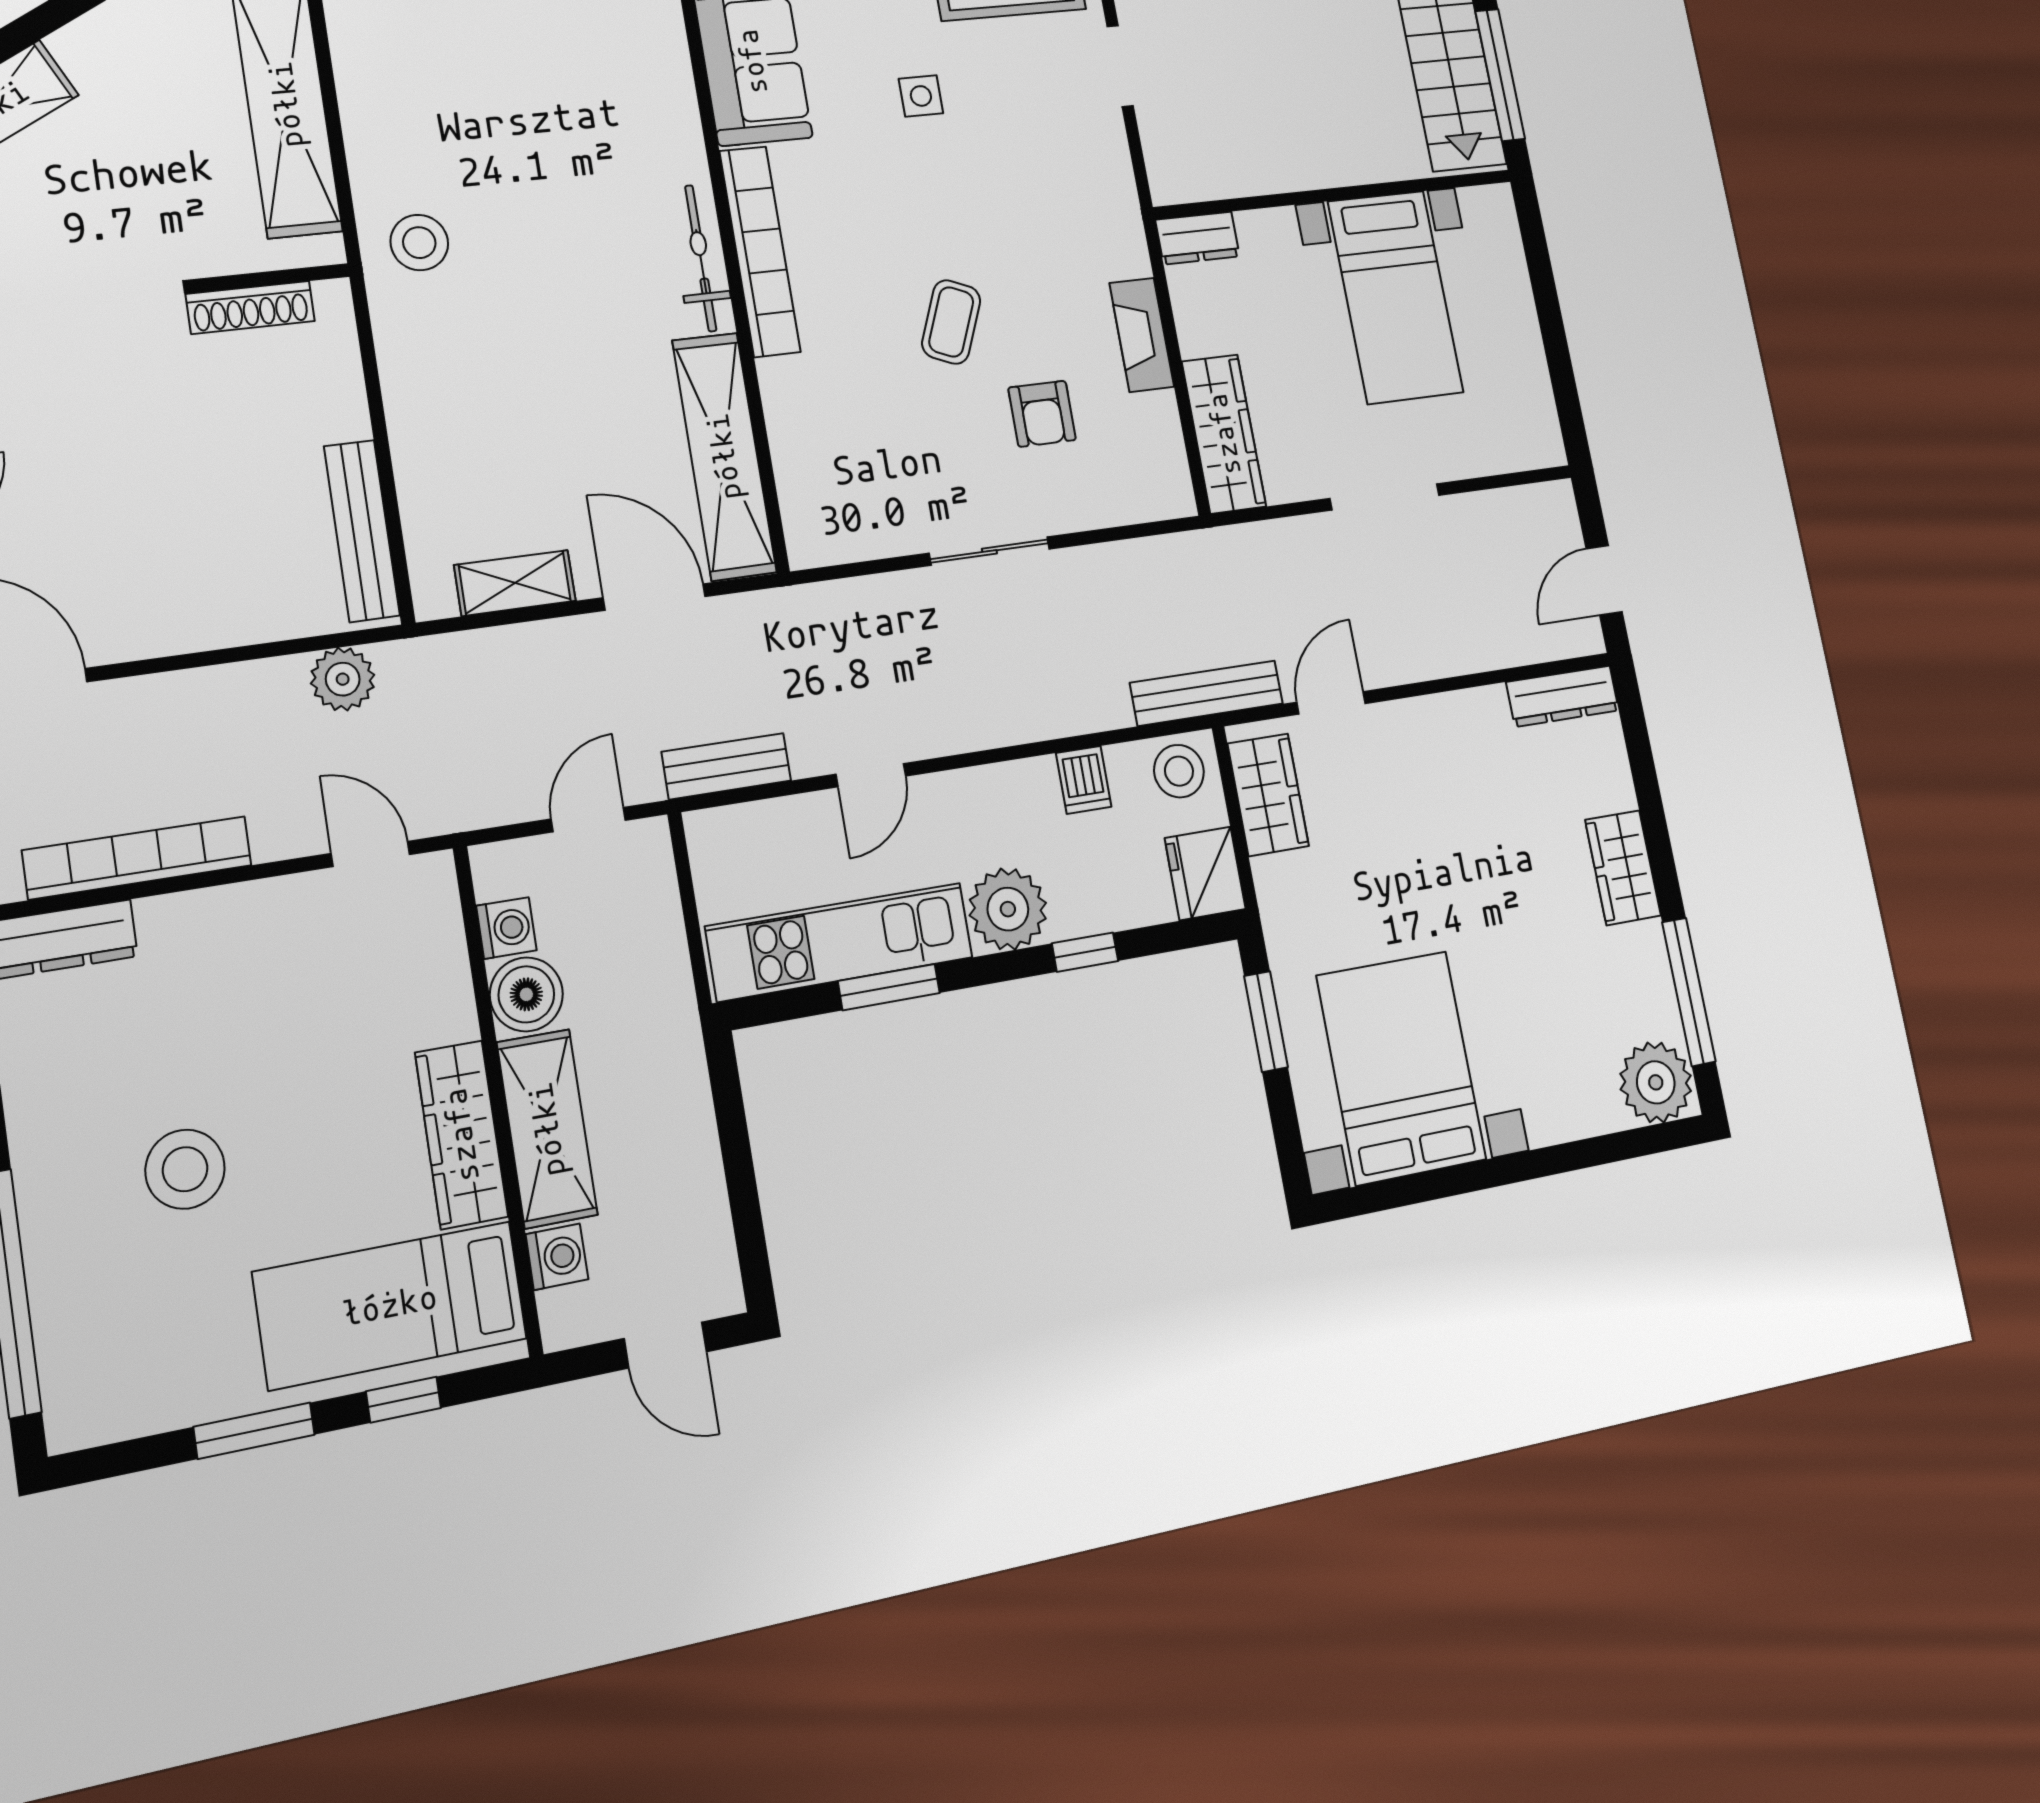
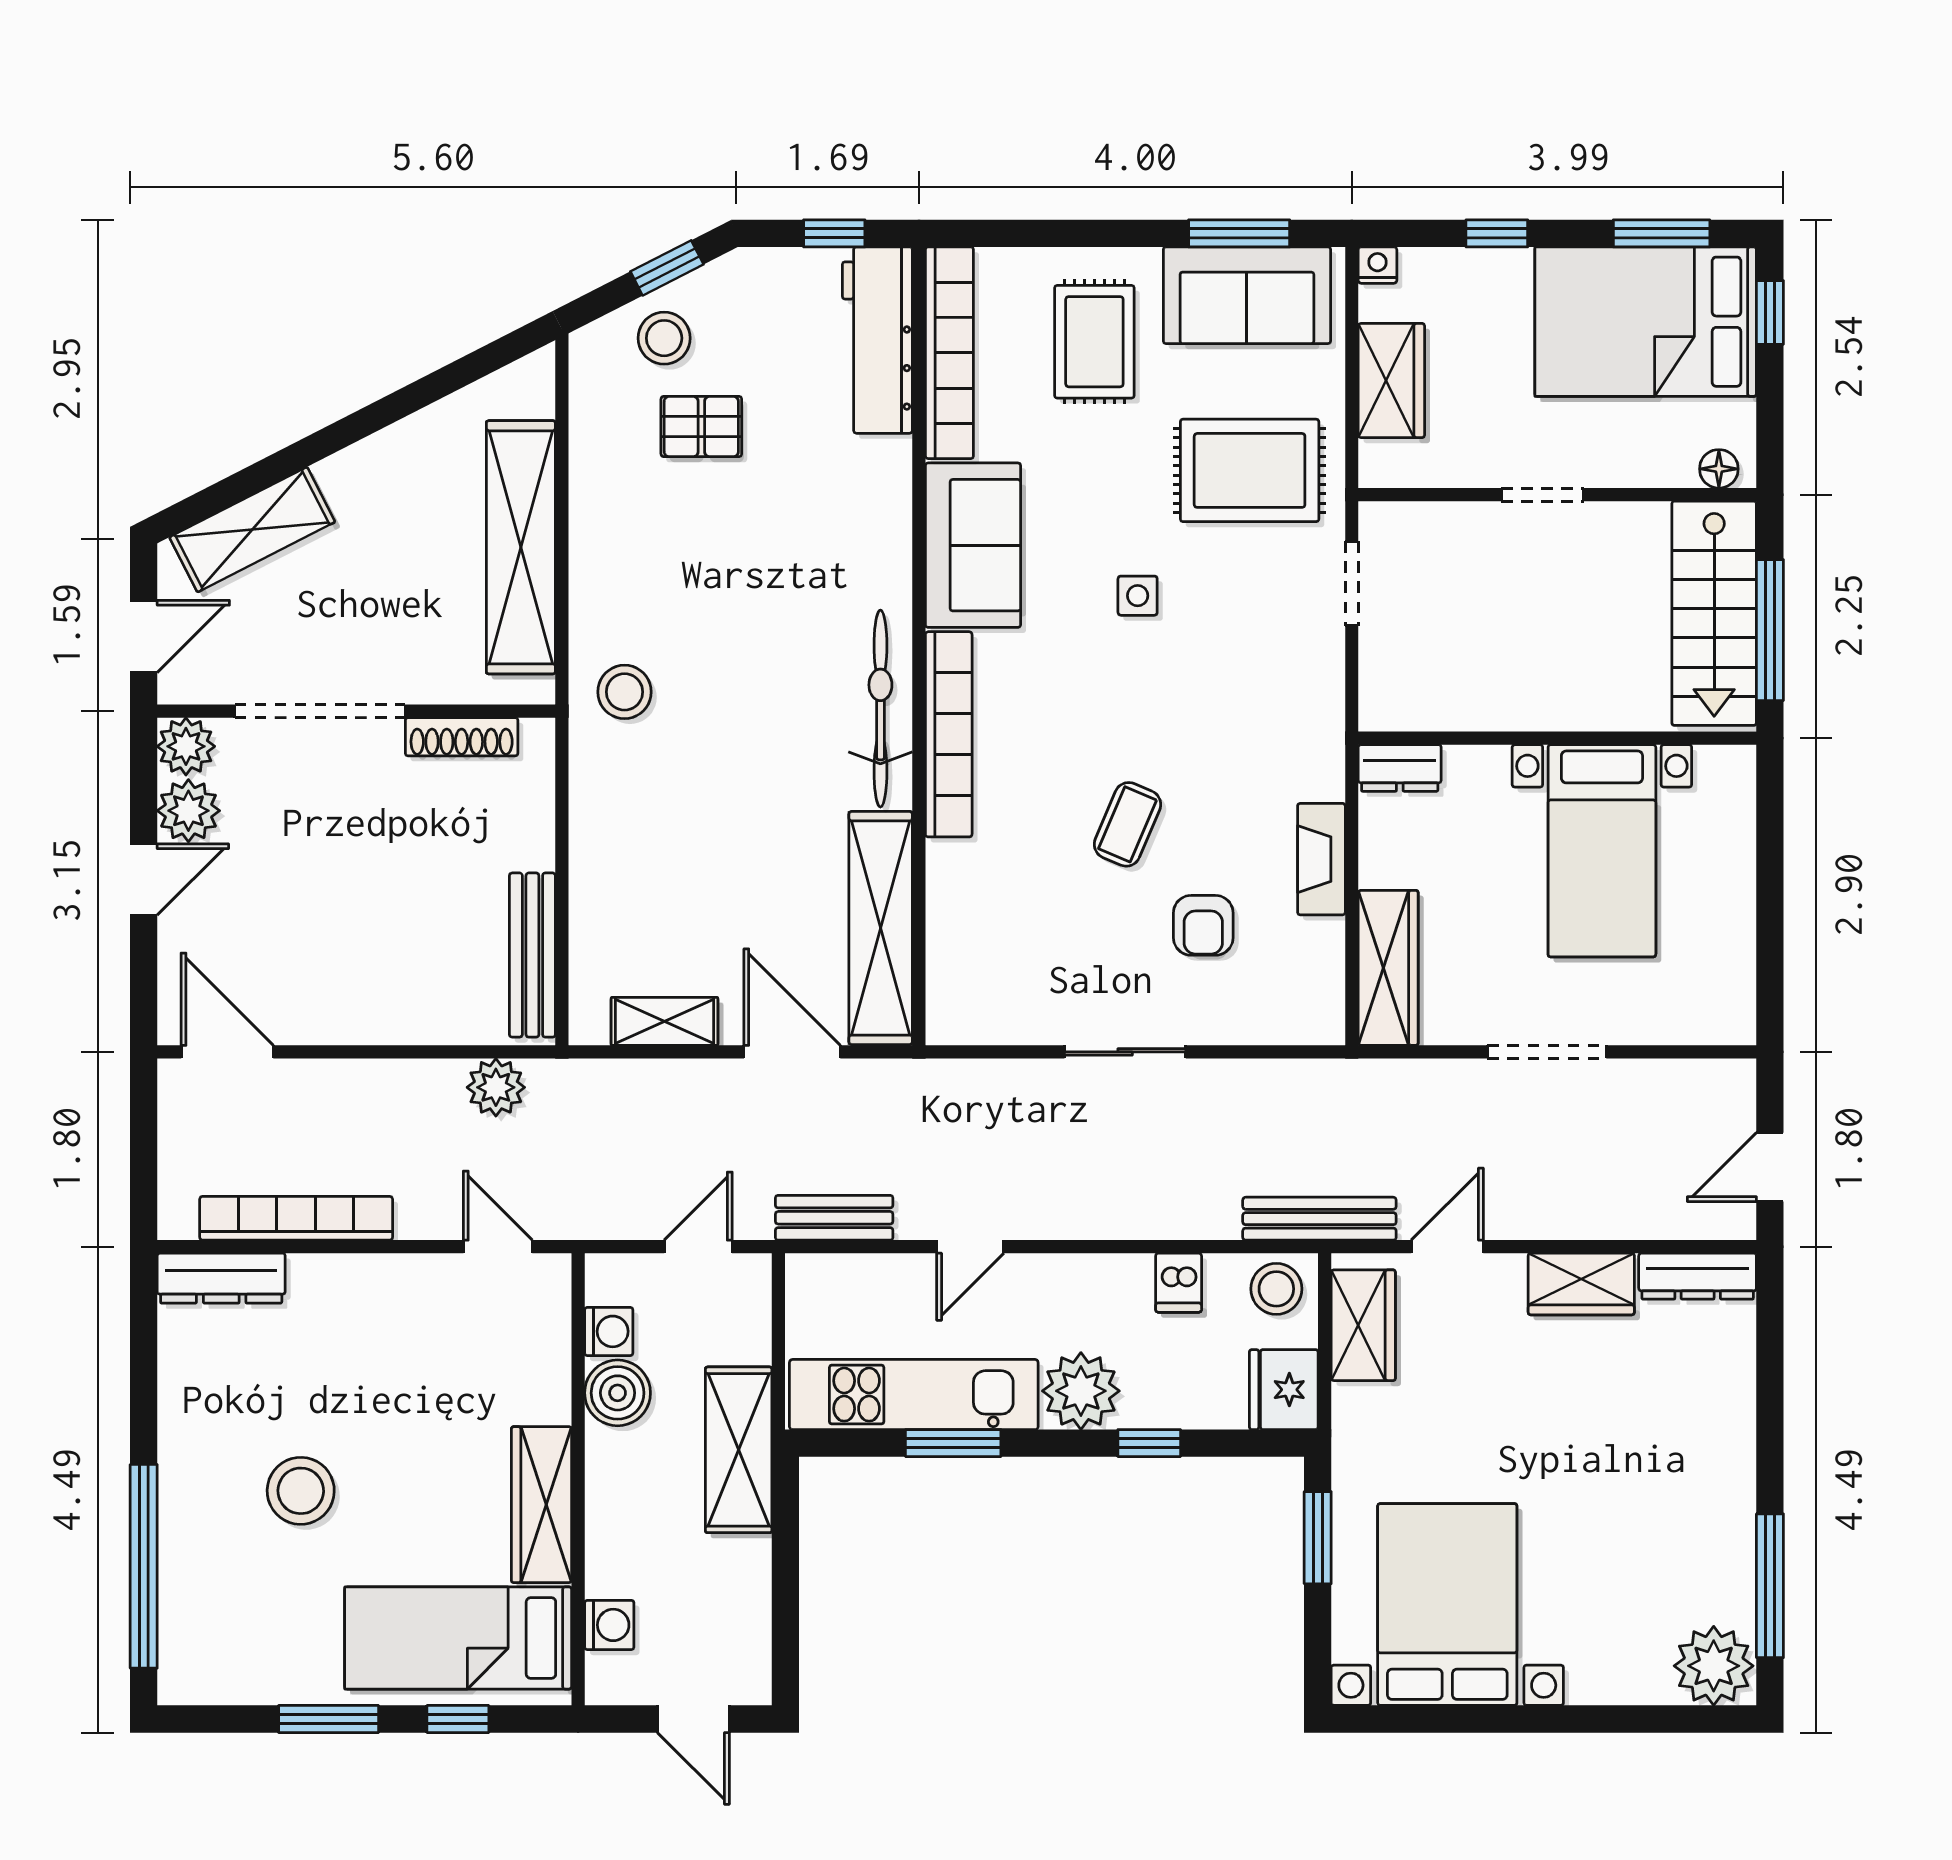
bicycle: (701, 258) -> (880, 709), width x1.37, depth x1.40
wardrobe: (1623, 868) -> (1581, 1284), moved, turned -90
shelving: (547, 1129) -> (739, 1450), moved

